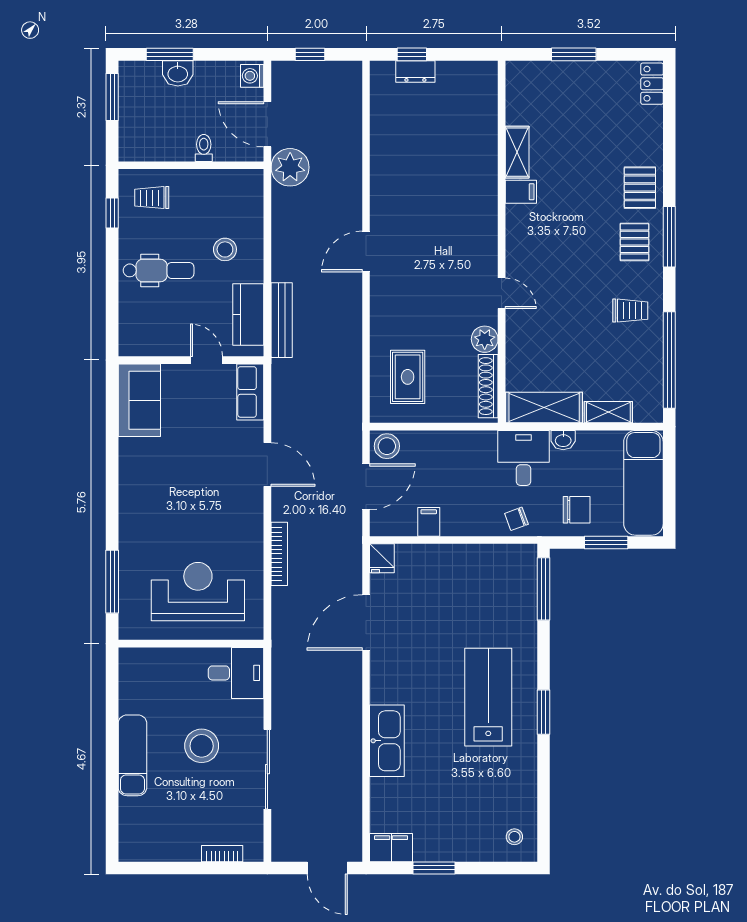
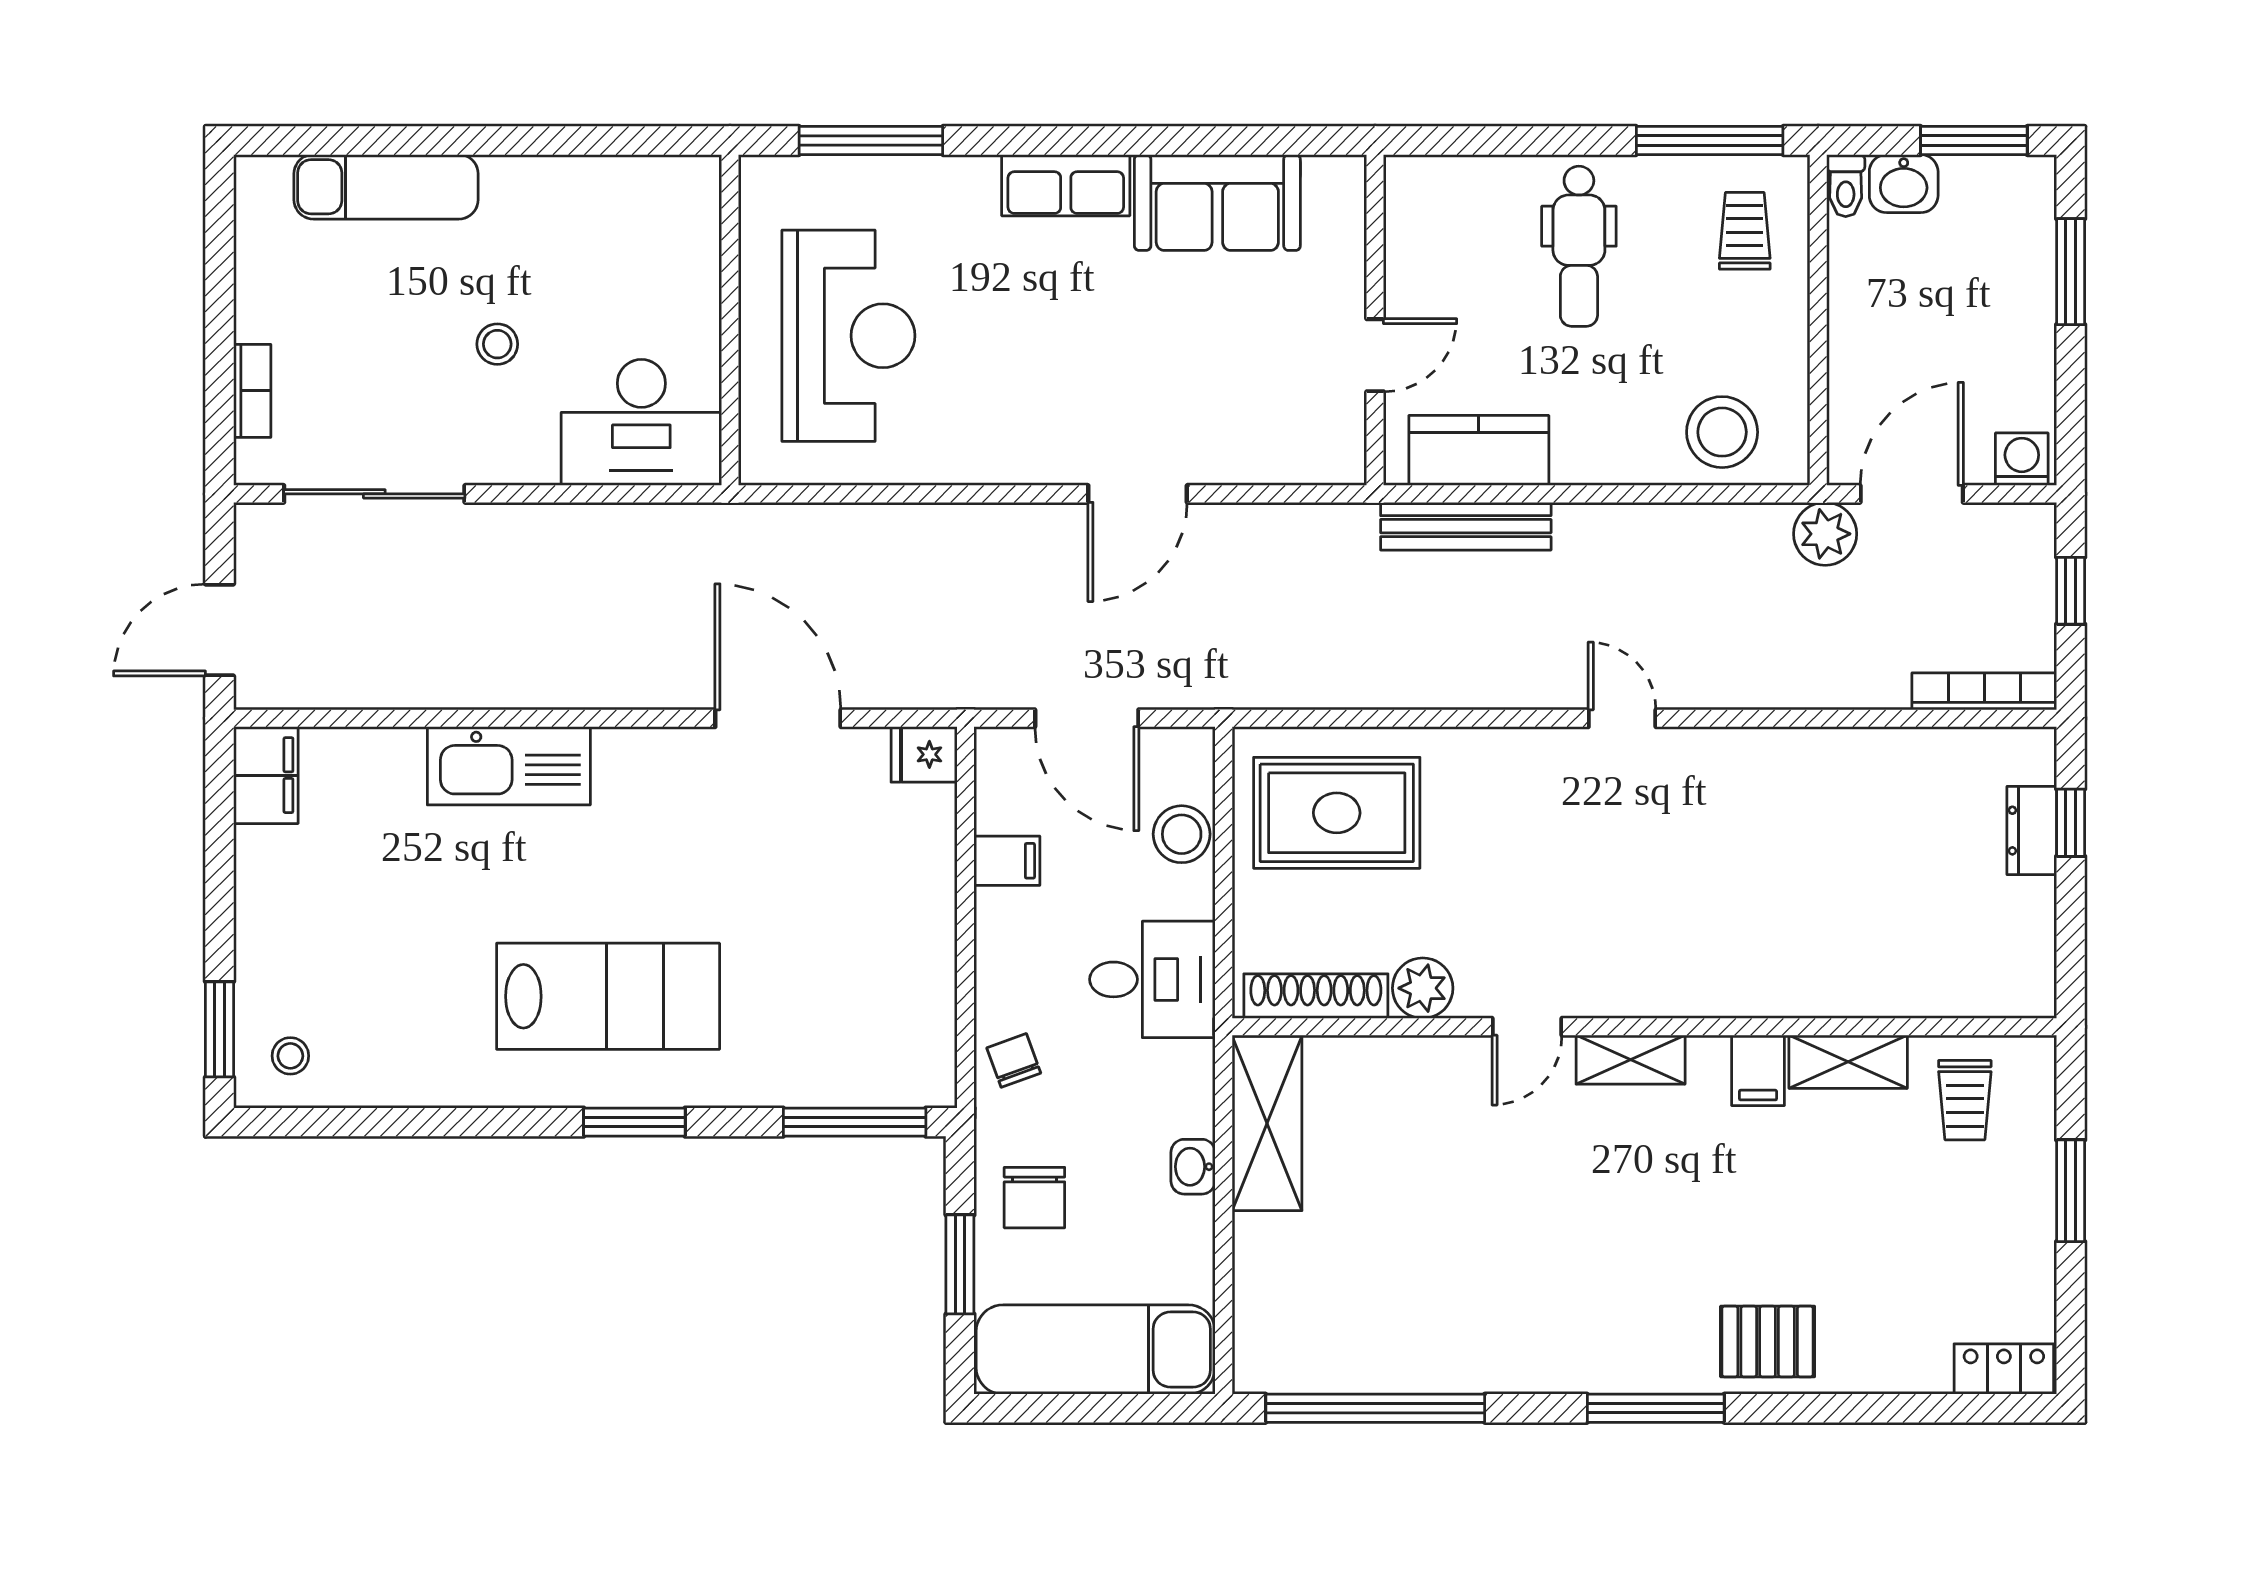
washbasin: (178, 73) -> (1904, 184), moved, turned -90
toilet: (204, 148) -> (1846, 186), moved, turned 90
plant: (290, 167) -> (1825, 534), width x0.73, depth x0.73
window: (112, 213) -> (1710, 140), width x2.17
pallet: (635, 242) -> (1644, 1329), removed
stool: (225, 249) -> (1722, 432), moved, width x1.38, depth x1.38
door: (366, 251) -> (1622, 718), width x0.73
trolley: (630, 311) -> (1965, 1100), moved
rug: (408, 377) -> (1337, 813), width x1.36, depth x1.43
row of seats: (250, 392) -> (1066, 185), moved, turned 180
sofa: (139, 400) -> (1217, 203), moved
shelving: (608, 412) -> (1631, 1060), moved, turned 90
stool: (387, 446) -> (1182, 834), moved
desk: (524, 458) -> (1152, 979), moved
bookcase: (279, 554) -> (1984, 691), moved, turned 180
desk: (236, 673) -> (641, 422), width x1.37
window: (544, 712) -> (634, 1122), moved
stool: (202, 746) -> (497, 344), width x0.53, depth x0.53
exam couch: (132, 755) -> (386, 187), moved
sliding door: (267, 769) -> (374, 494), moved
window: (434, 868) -> (220, 1029), moved

